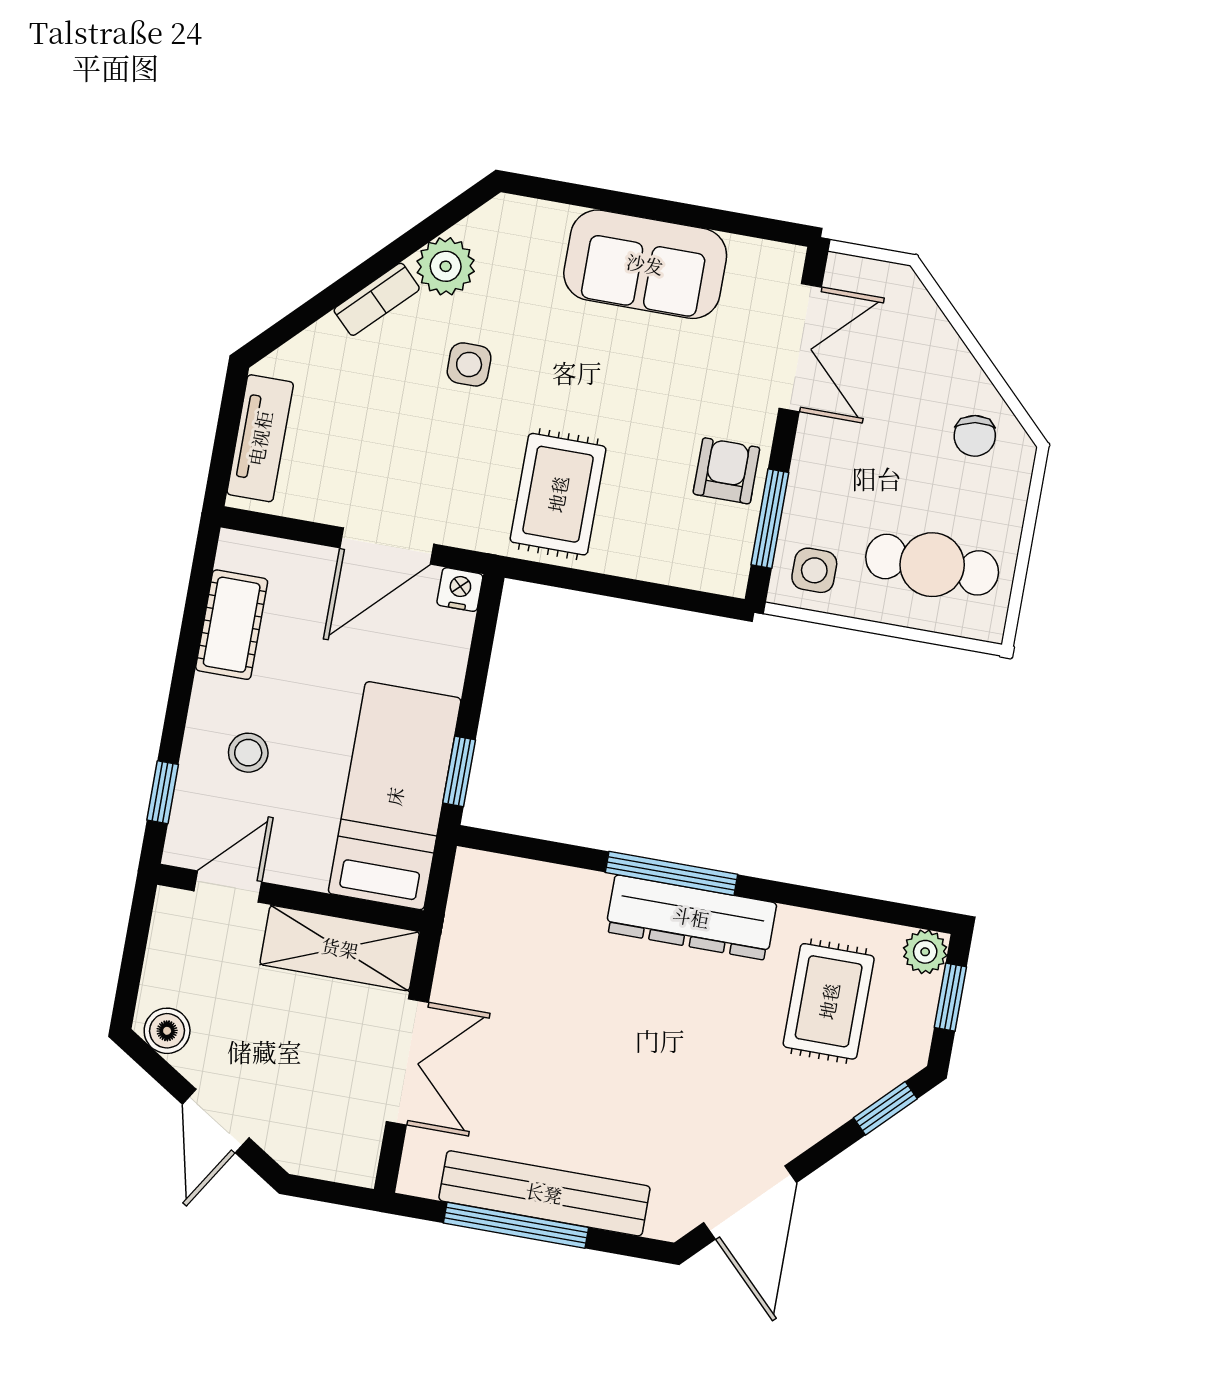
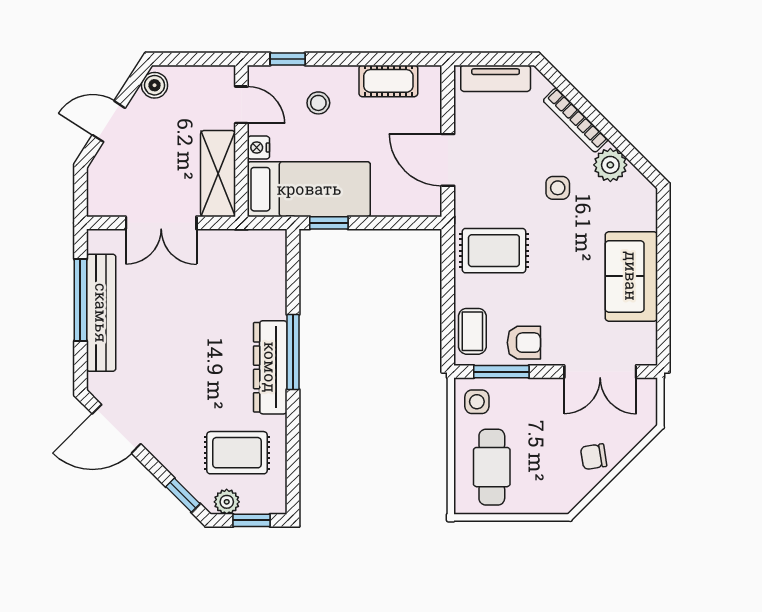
bookcase: (377, 299) -> (575, 120), width x1.56
chair: (975, 436) -> (594, 457), moved
coffee table: (691, 556) -> (472, 331), added
nightstand: (460, 590) -> (258, 148), moved, turned 180
plant: (925, 952) -> (227, 502), moved

